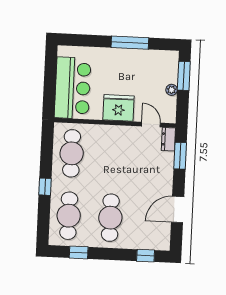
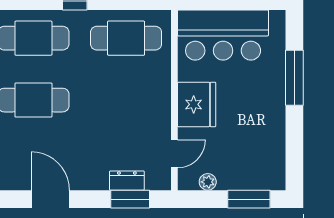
window: (130, 43) -> (294, 78), moved
plant: (172, 90) -> (208, 182), moved
dresser: (168, 139) -> (127, 181), moved

